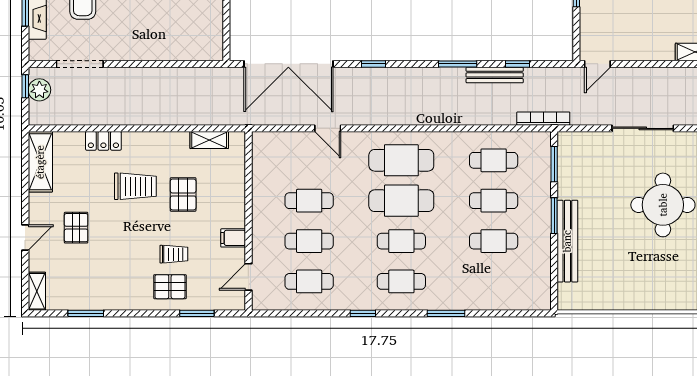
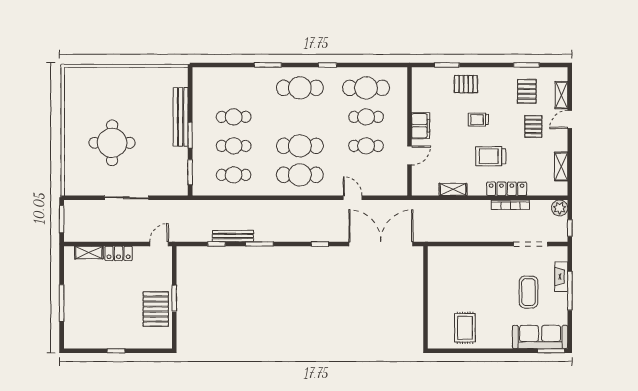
locker: (654, 51) -> (119, 253), added
plant: (39, 90) -> (560, 208), moved
bookcase: (543, 119) -> (510, 205), moved
shelving: (209, 140) -> (453, 189), moved
locker: (103, 141) -> (507, 189), width x1.53
shelving: (40, 162) -> (561, 167), width x0.67, depth x0.75
pallet: (183, 194) -> (527, 91), moved
filing cabinet: (233, 238) -> (421, 126), width x2.00
cafe table: (401, 241) -> (300, 117), removed
trolley: (174, 254) -> (478, 120), moved
door: (248, 277) -> (410, 155), moved
cafe table: (309, 281) -> (366, 88), width x1.37, depth x1.35
cafe table: (401, 281) -> (300, 88), width x1.37, depth x1.35
shelving: (37, 291) -> (561, 95), moved

